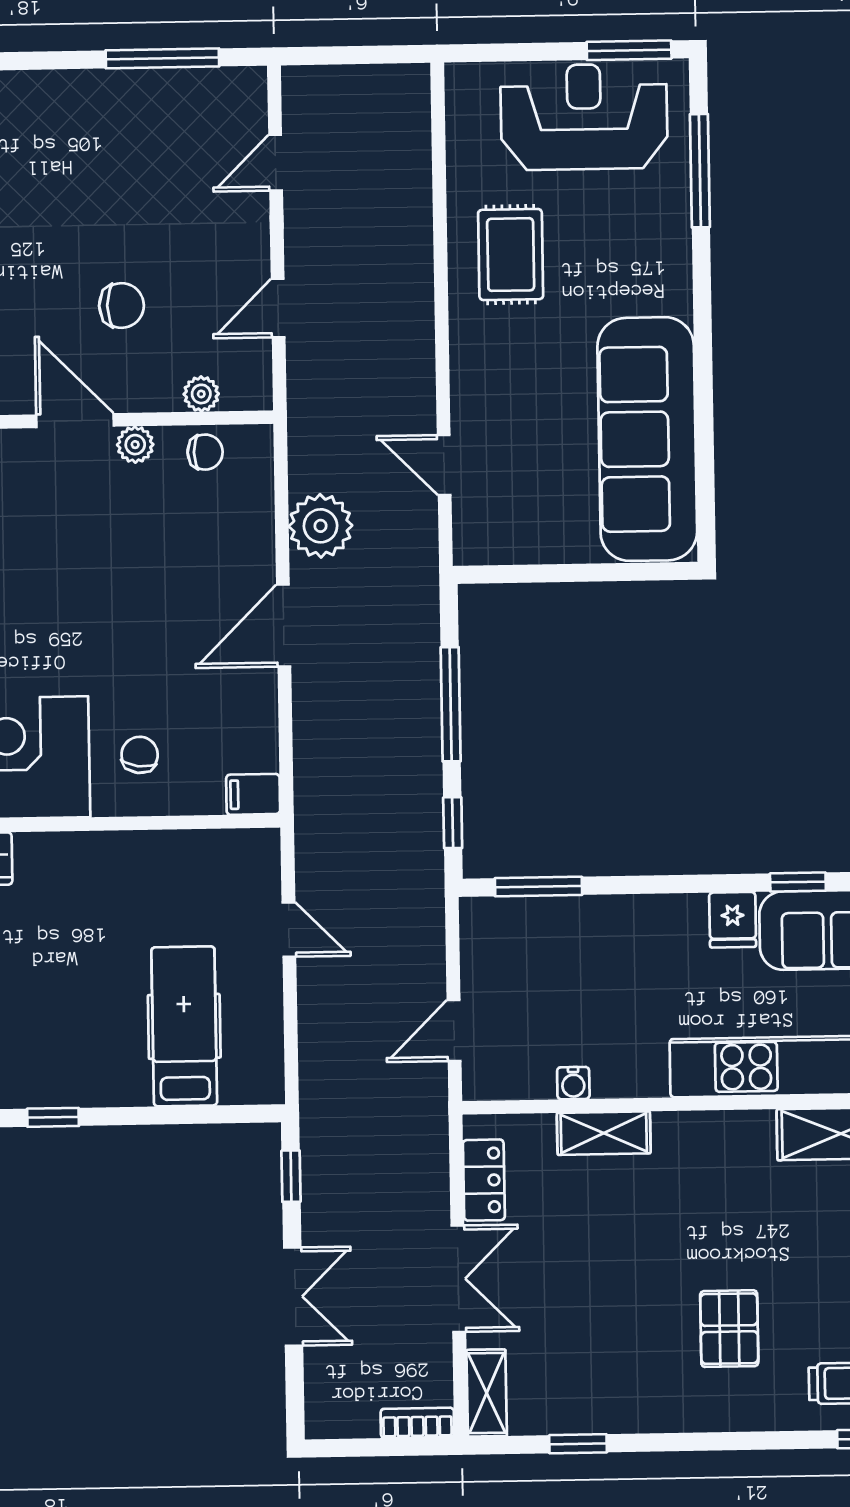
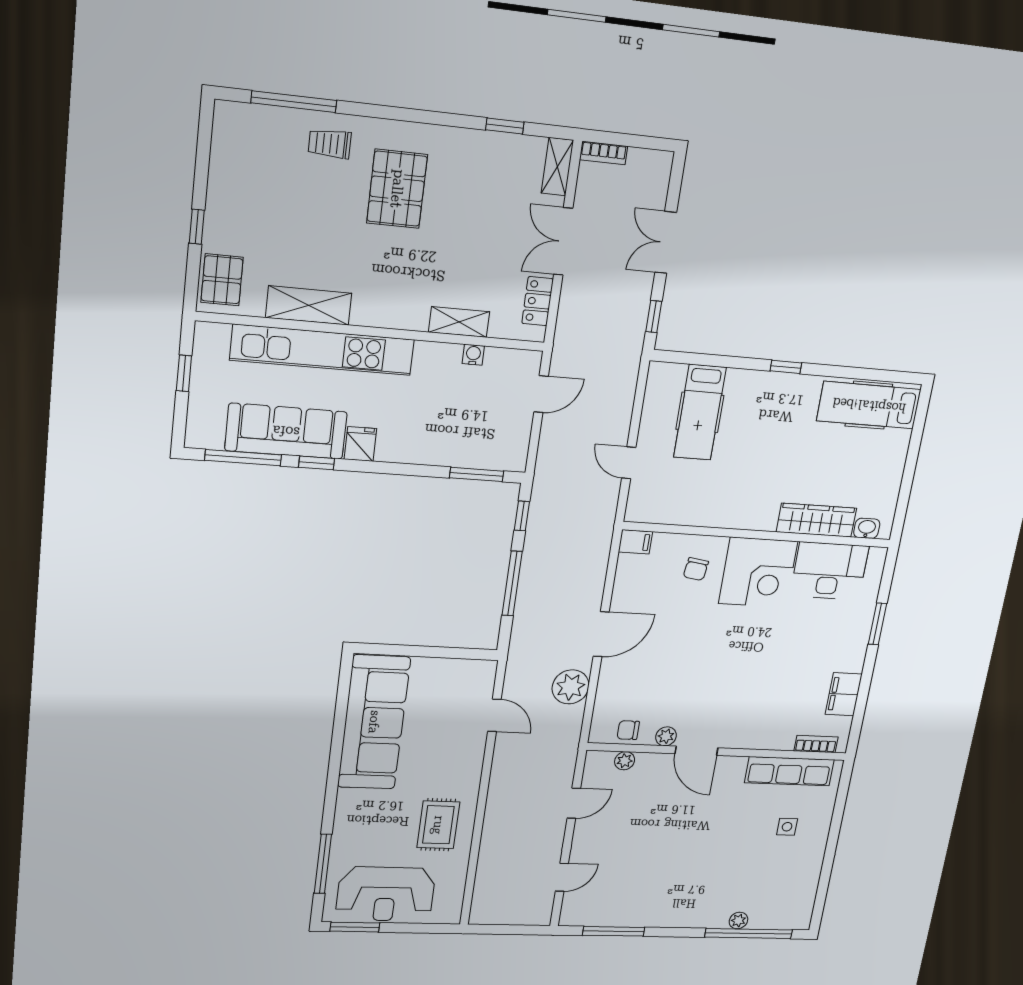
chair: (121, 305) -> (659, 809), removed
pallet: (729, 1329) -> (397, 189), width x1.50, depth x1.42

